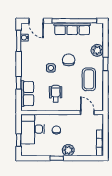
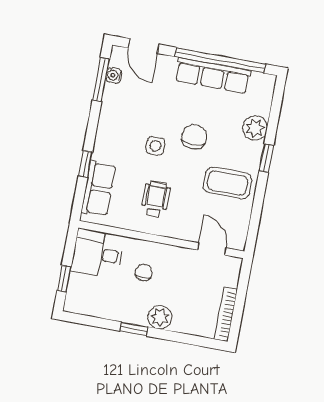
coffee table: (89, 79) -> (227, 183), turned 90
desk: (33, 129) -> (98, 254), width x0.73

